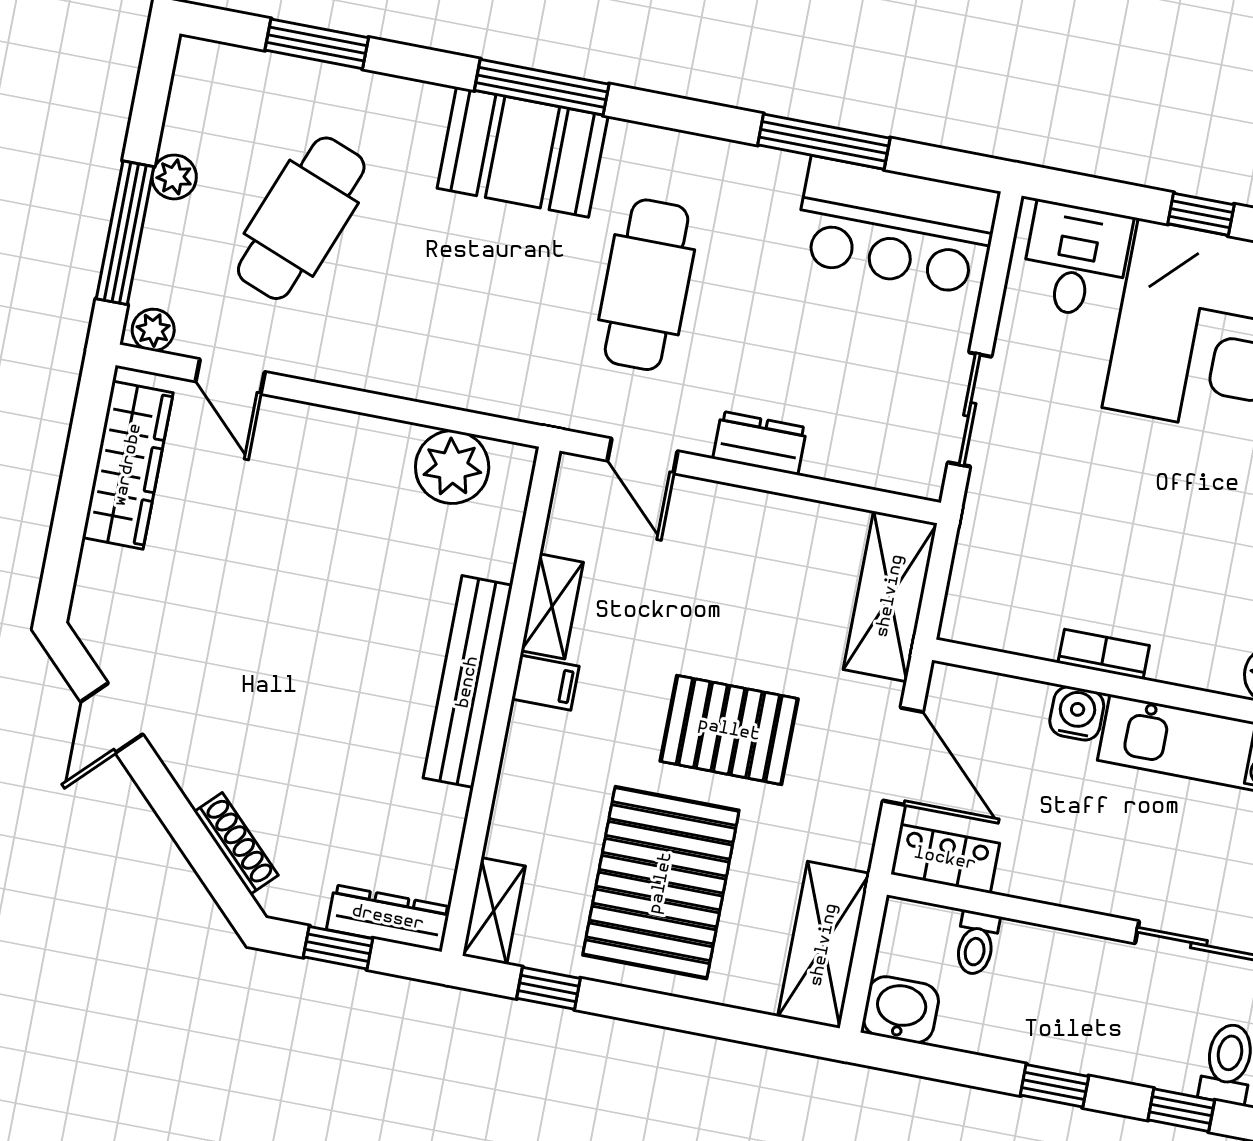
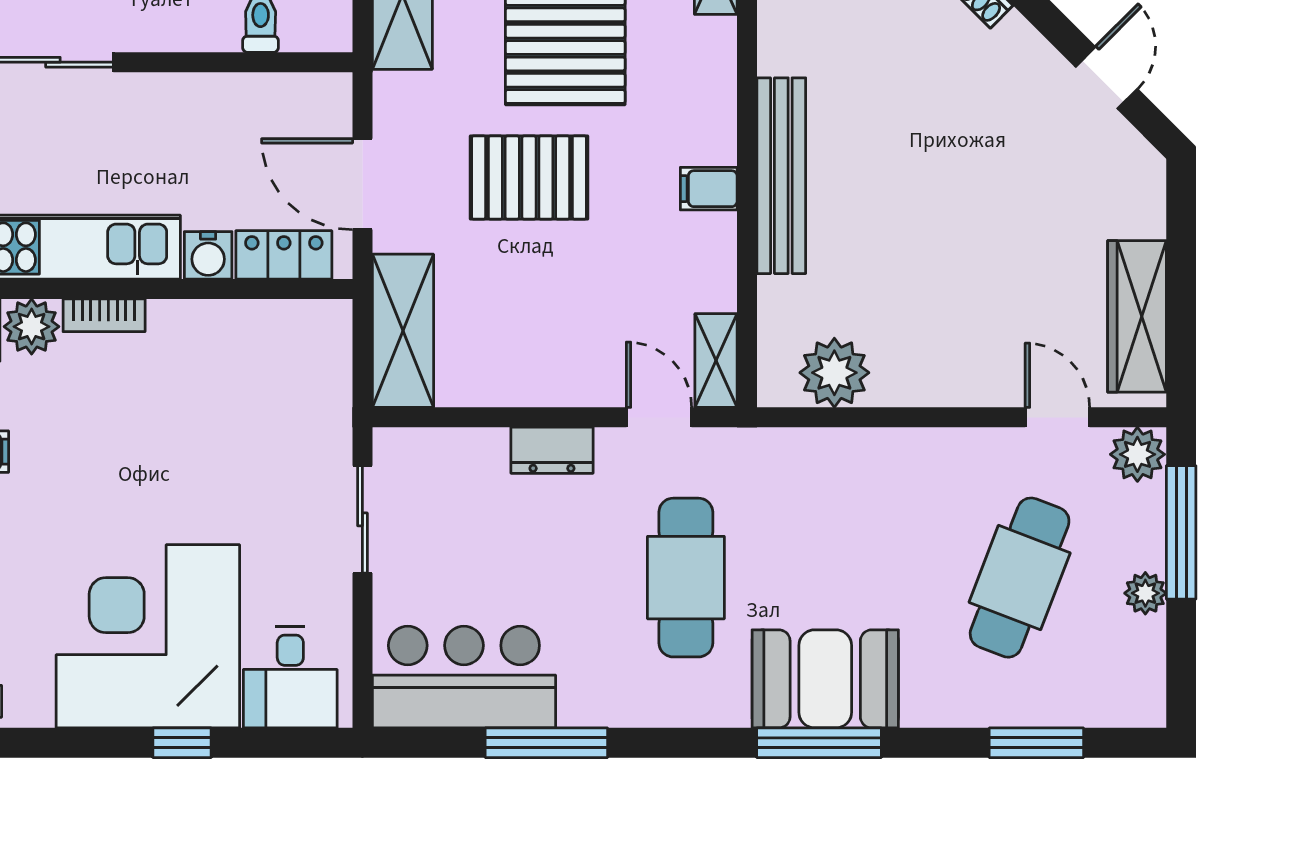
plant: (153, 330) -> (1137, 454), width x1.38, depth x1.38
shelving: (552, 606) -> (716, 360), moved
bookcase: (1104, 654) -> (104, 315), moved
locker: (945, 859) -> (284, 255), moved, turned 180

